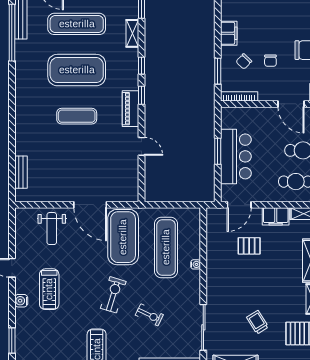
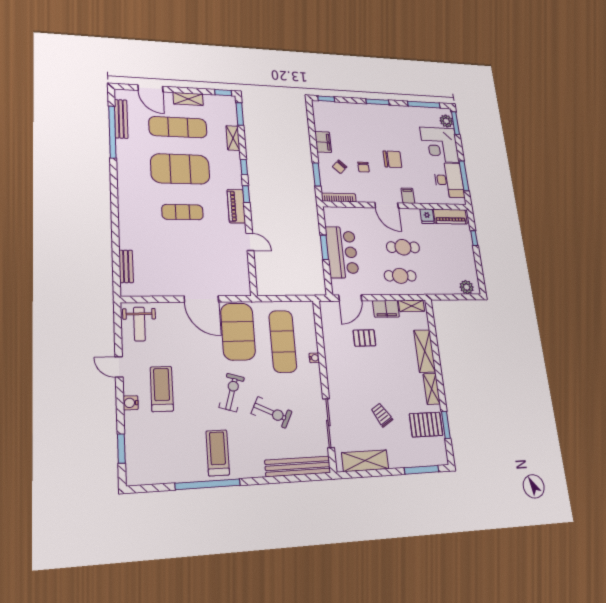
weight bench: (52, 229) -> (139, 324), moved
treadmill: (49, 289) -> (162, 389), turned 180
exercise bike: (149, 315) -> (272, 412), width x1.38, depth x1.39

